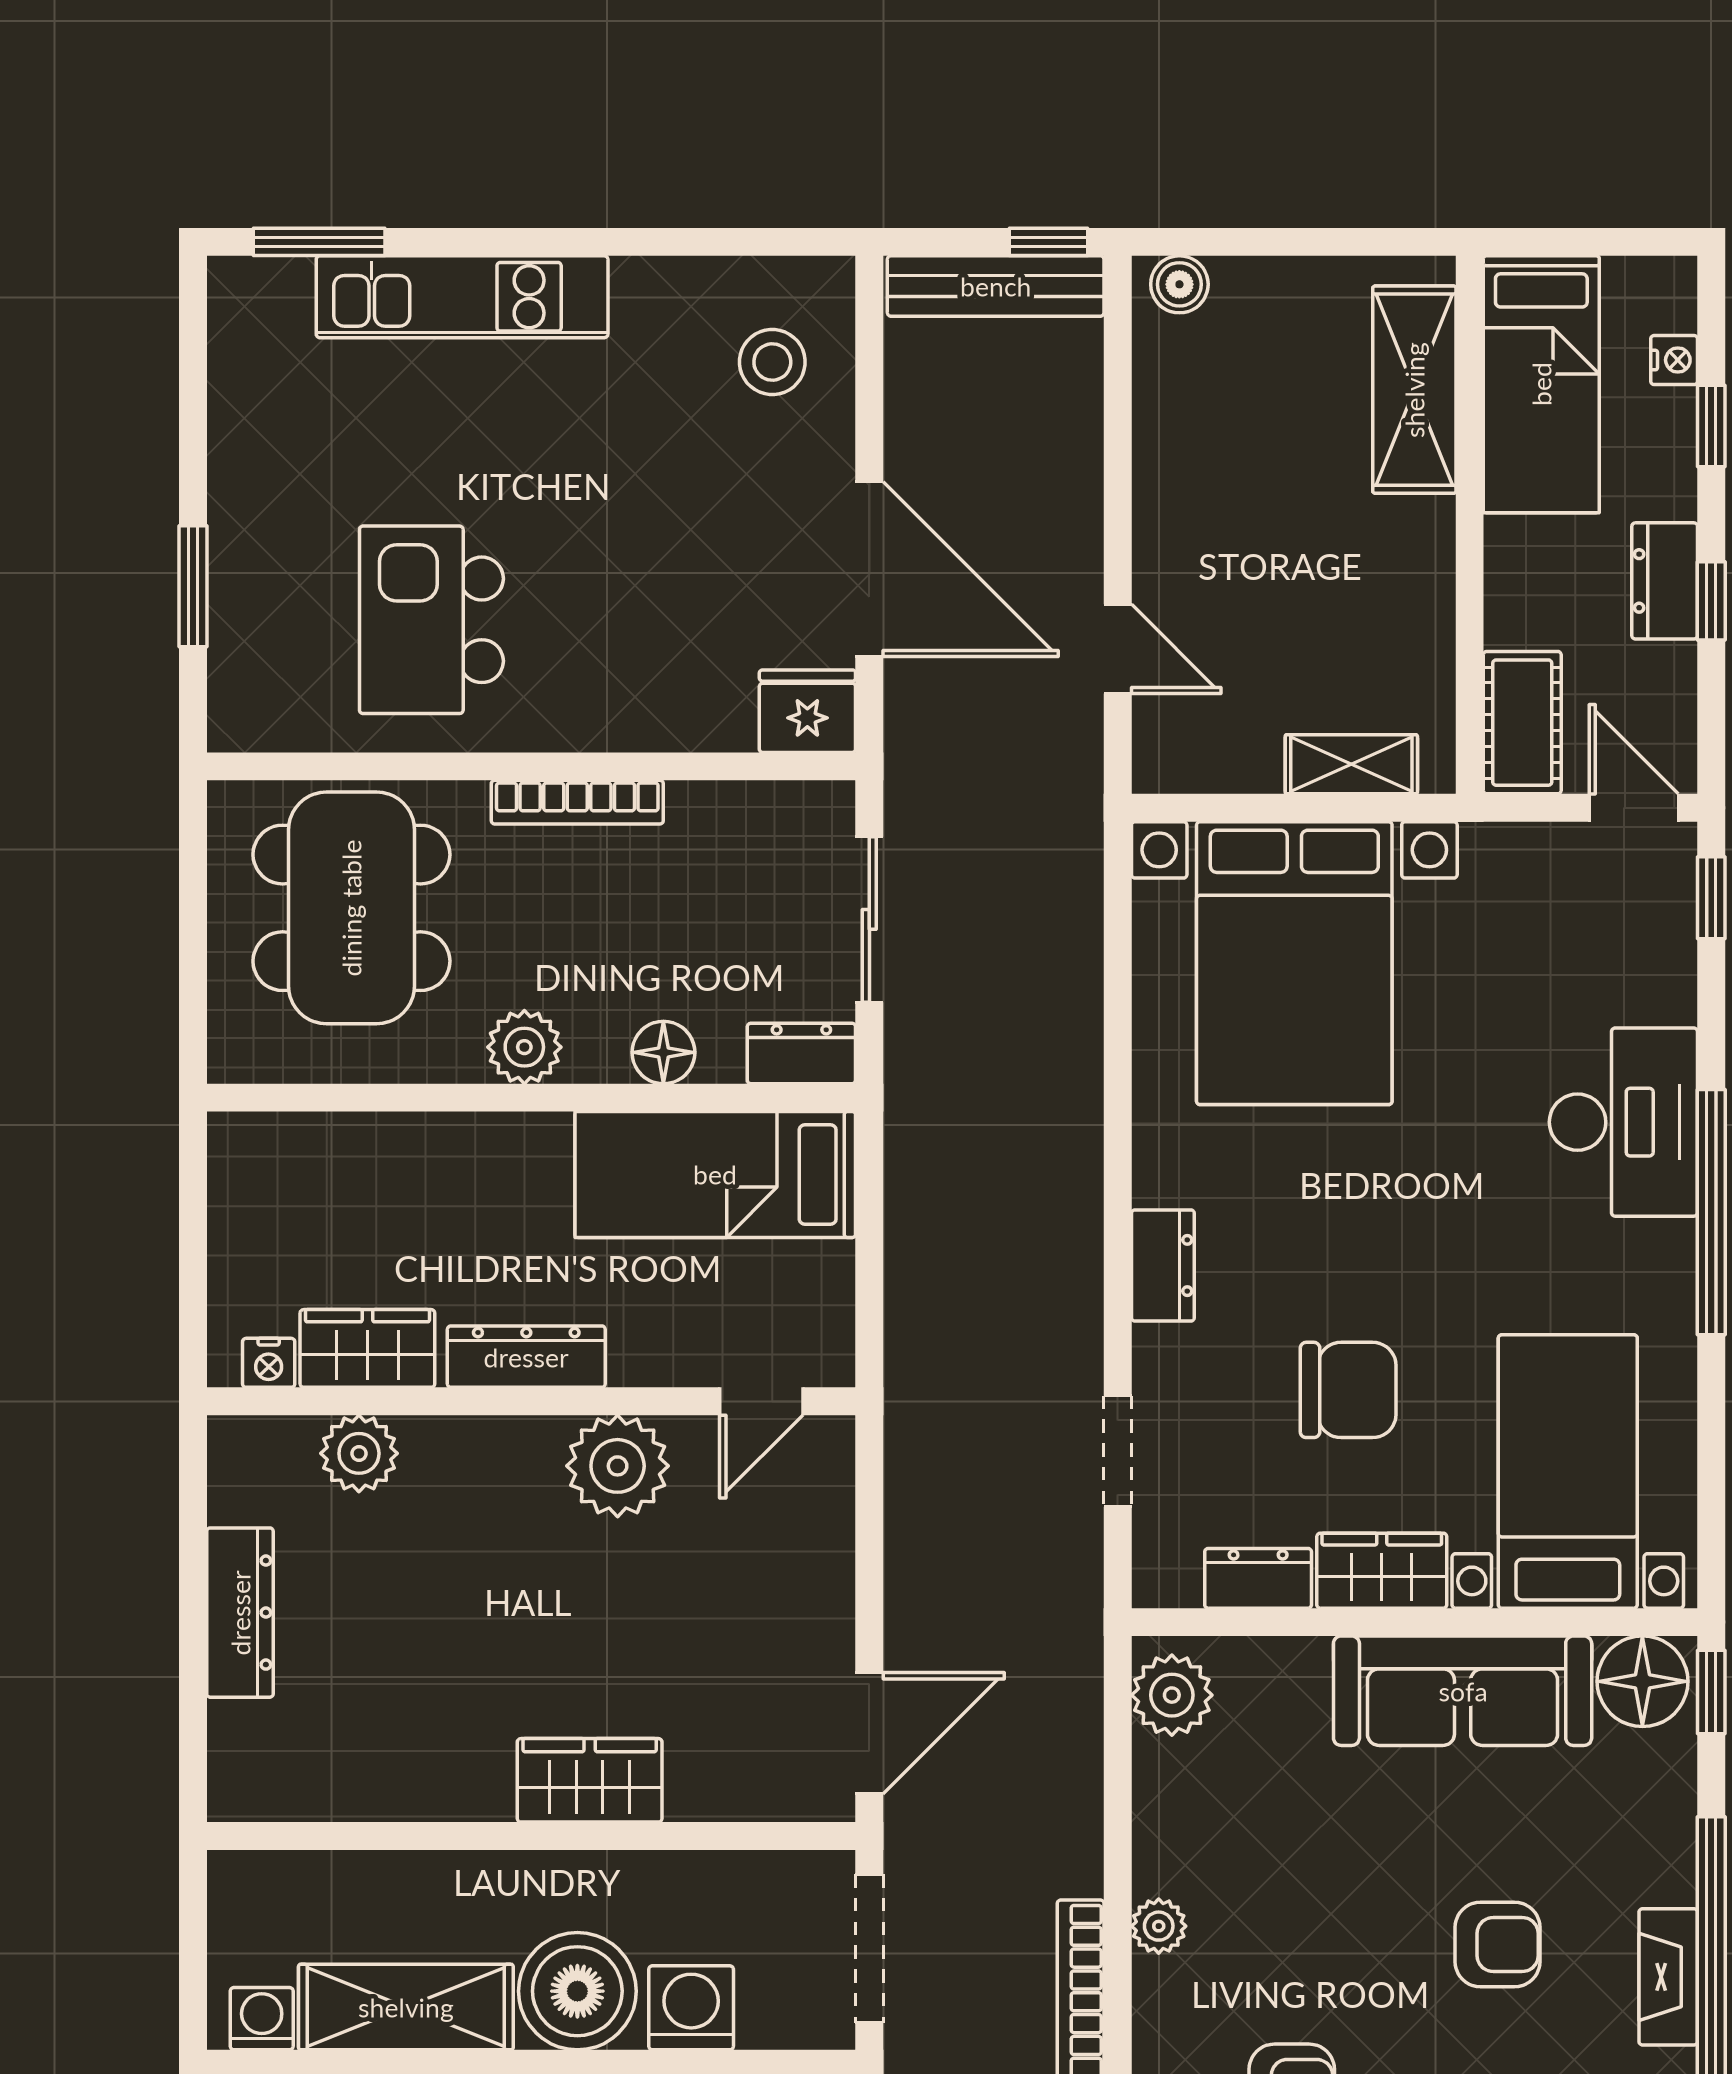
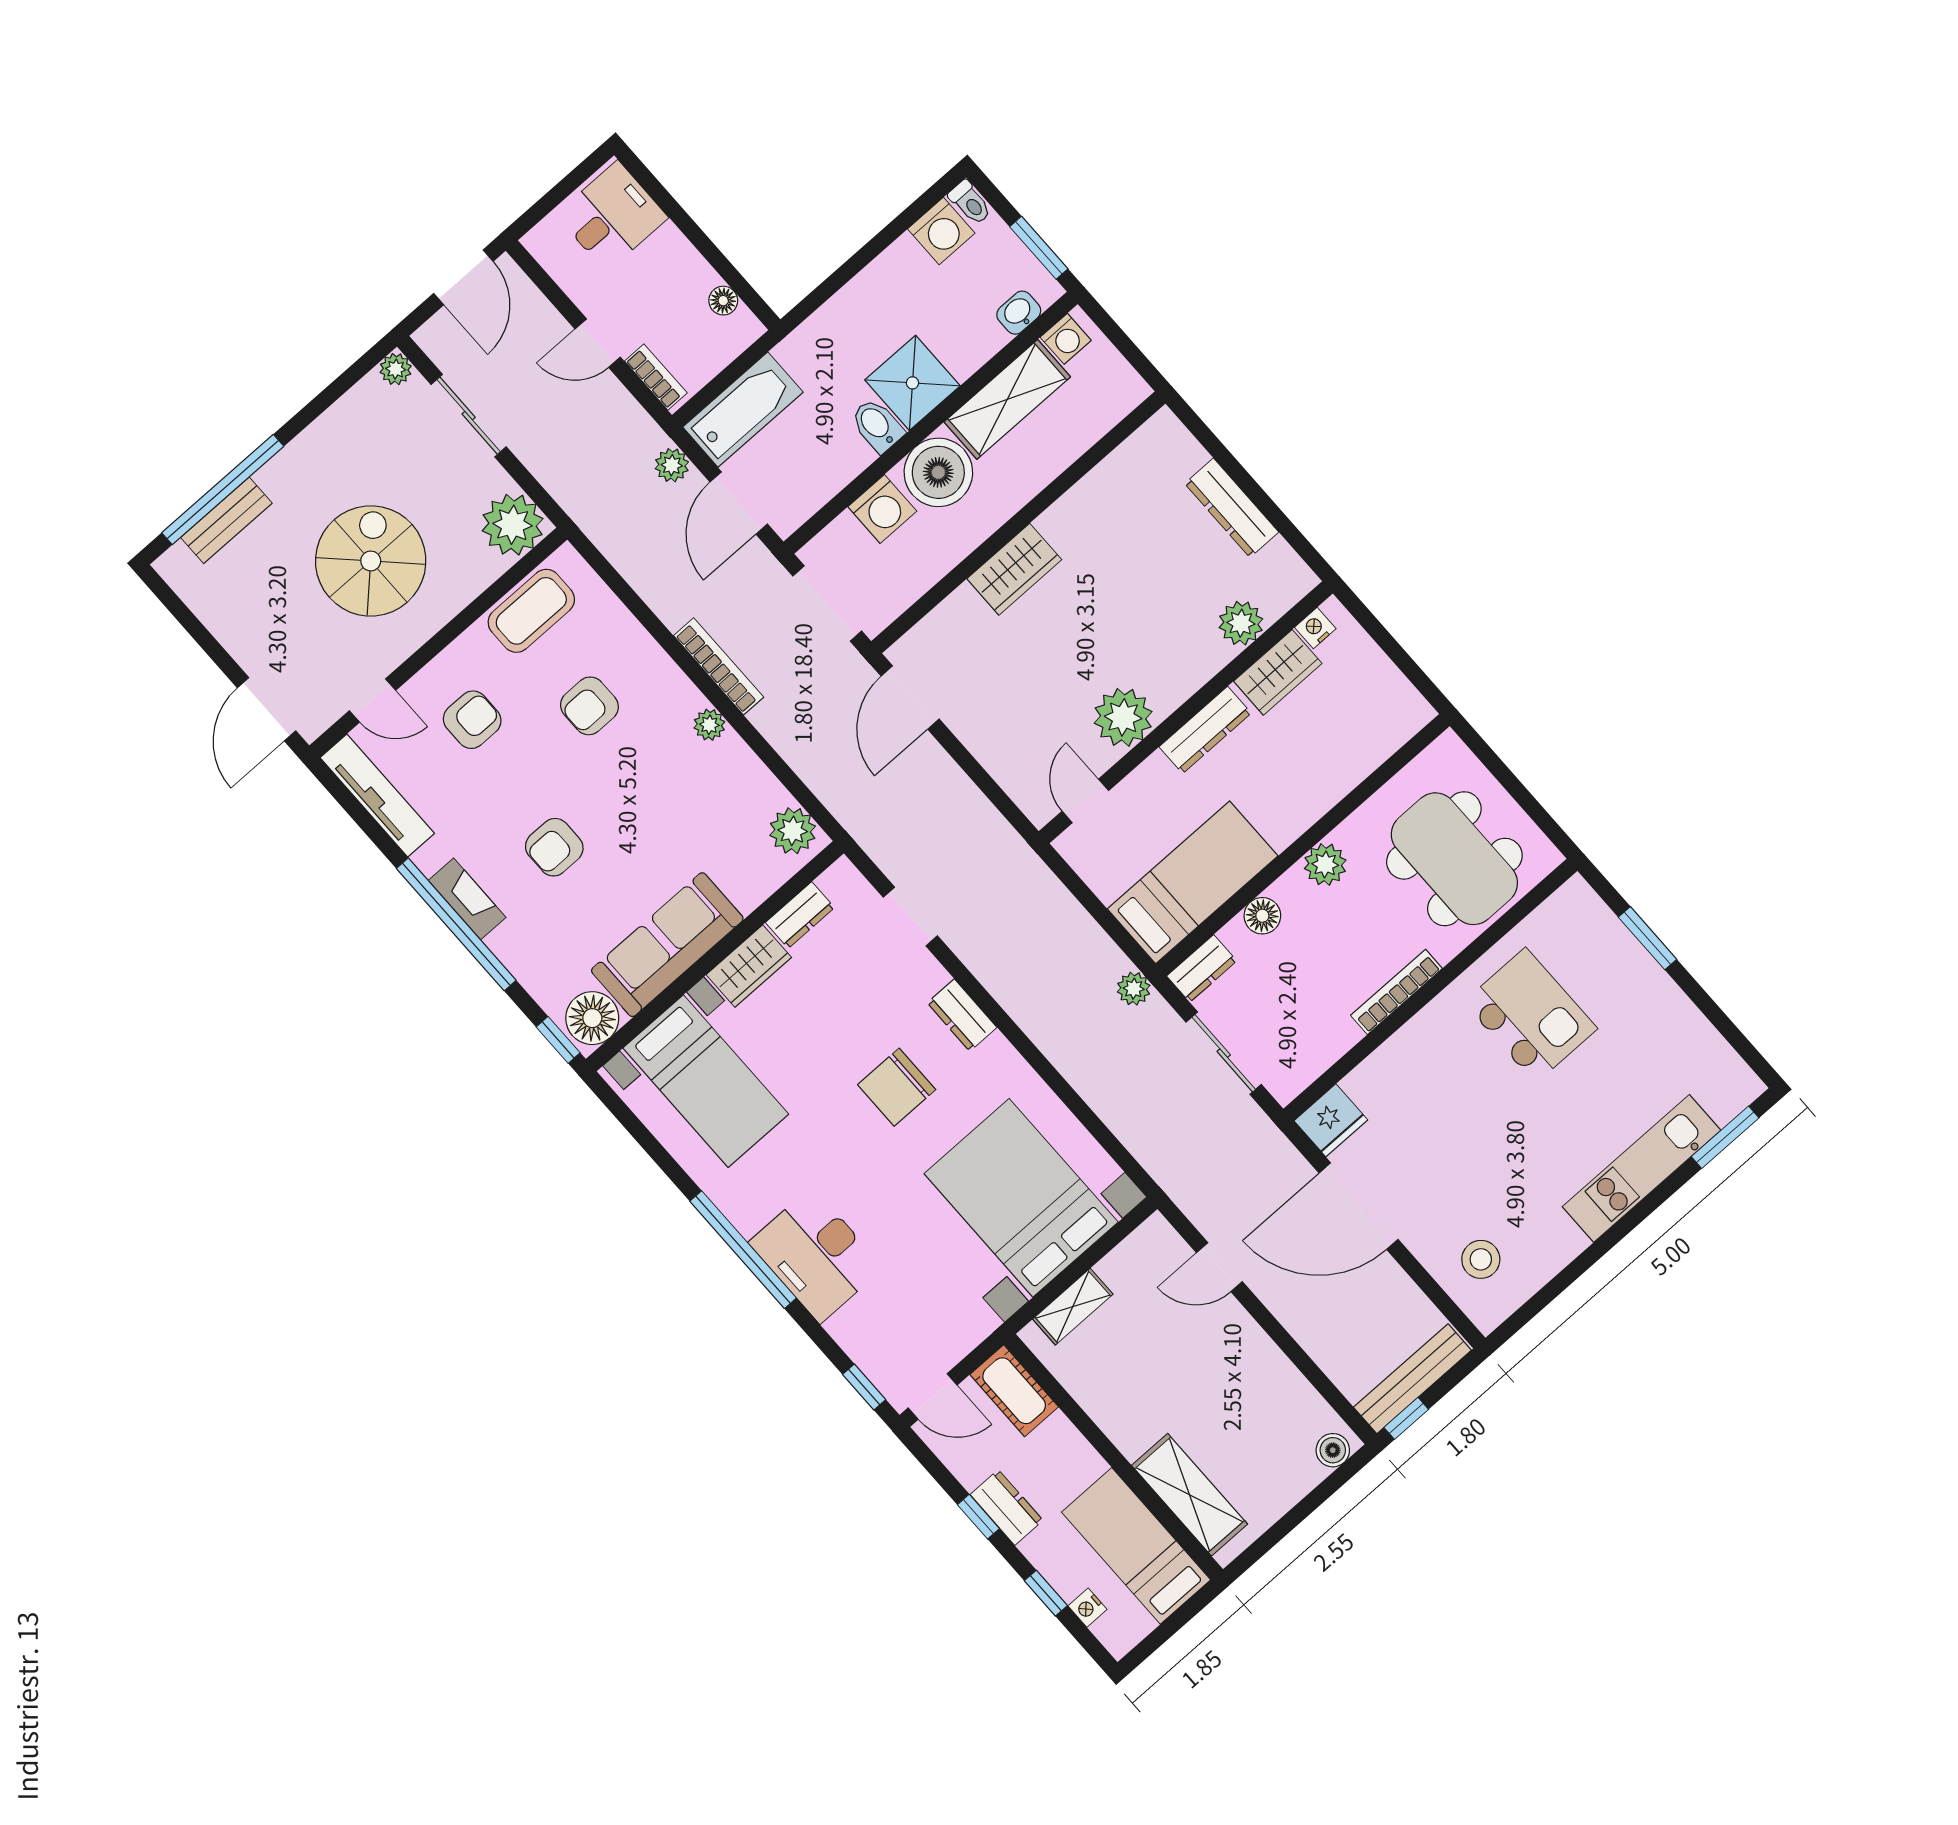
plant: (912, 1105) -> (1134, 989), added
chair: (1348, 1390) -> (897, 1087), moved

